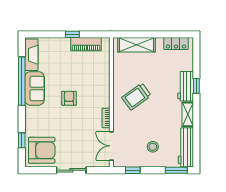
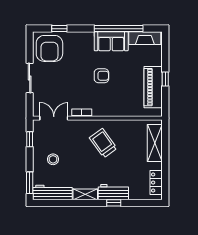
piano: (86, 44) -> (153, 87), width x1.37, depth x1.33

